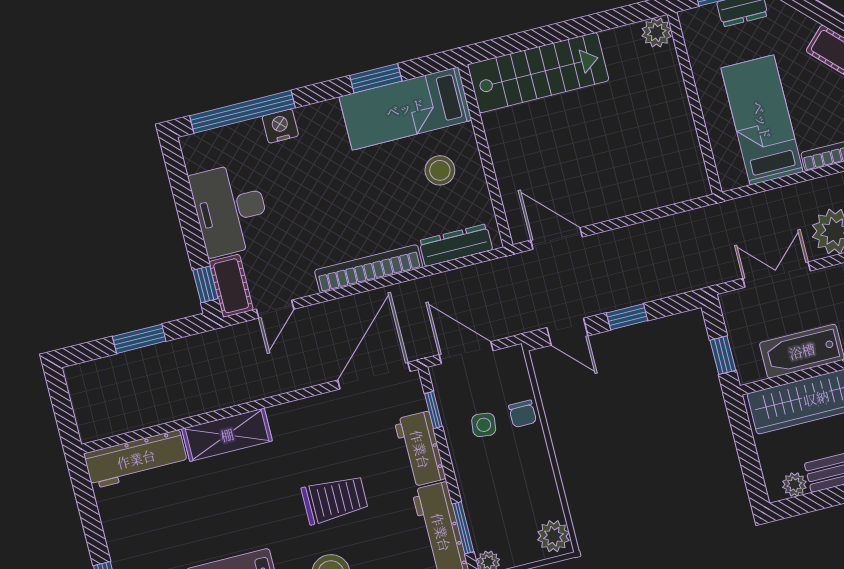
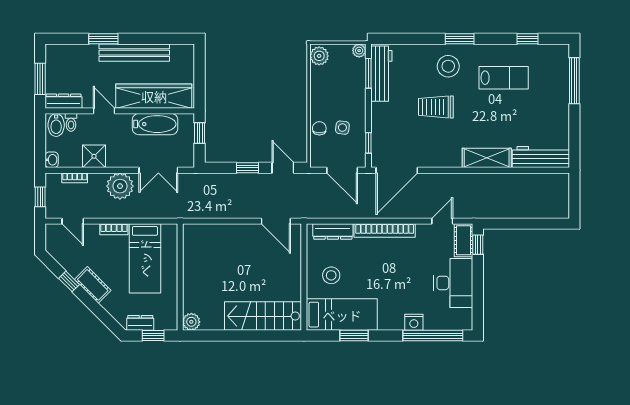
window: (139, 339) -> (522, 224), removed
workbench: (420, 449) -> (381, 123), removed
plant: (794, 485) -> (178, 51), removed

